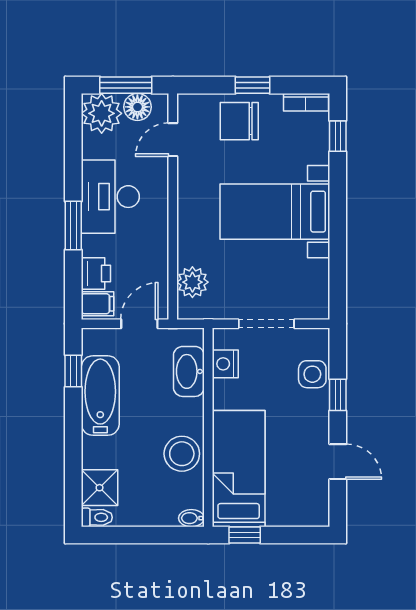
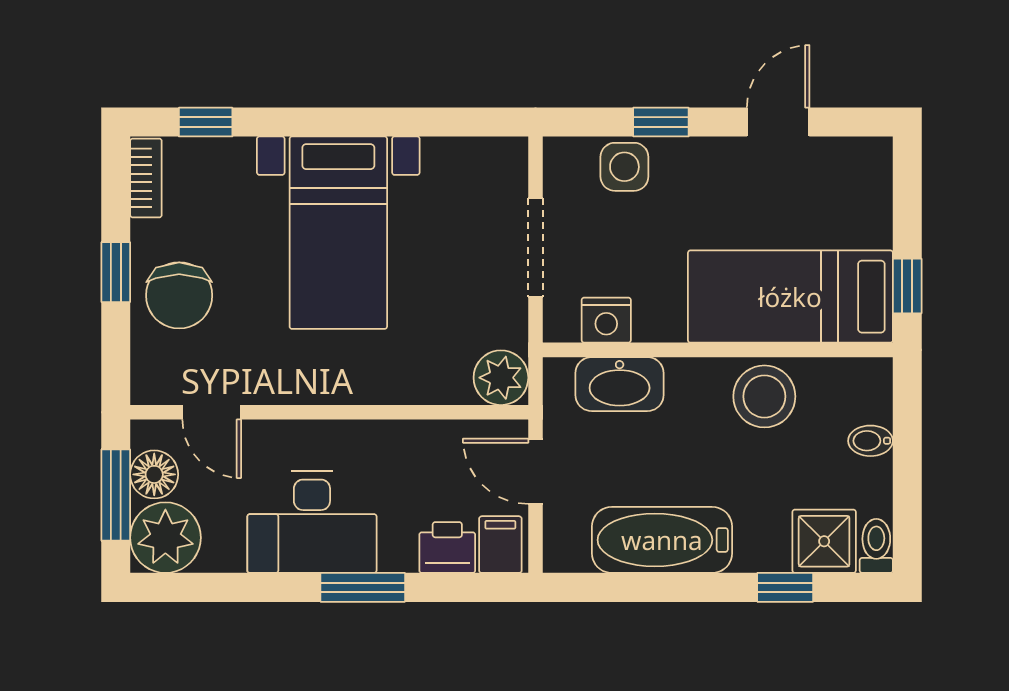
plant: (192, 282) -> (501, 378), moved
window: (73, 371) -> (785, 587), moved
bidet: (191, 518) -> (870, 441), moved, turned 90

